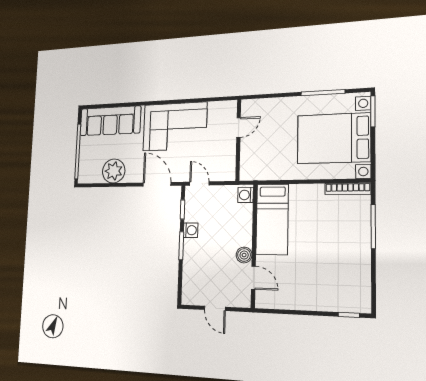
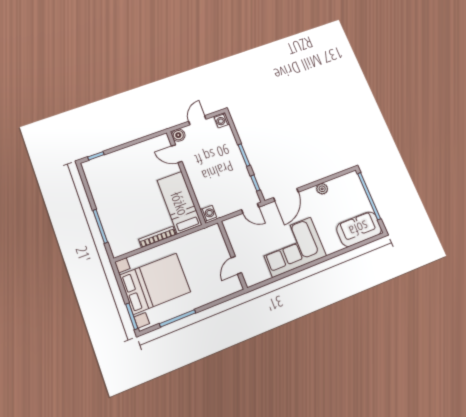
sofa: (110, 121) -> (359, 229), width x0.73
plant: (114, 171) -> (322, 189), width x0.53, depth x0.53
door: (157, 184) -> (286, 195), hinge flipped
bookcase: (348, 189) -> (157, 237), moved
washing machine: (191, 230) -> (222, 121), moved
boiler: (244, 255) -> (178, 135), moved
door: (215, 308) -> (197, 120), hinge flipped

